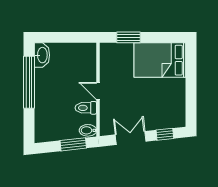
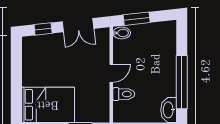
door: (98, 91) -> (111, 73), hinge flipped
toilet: (86, 108) -> (124, 94), moved

